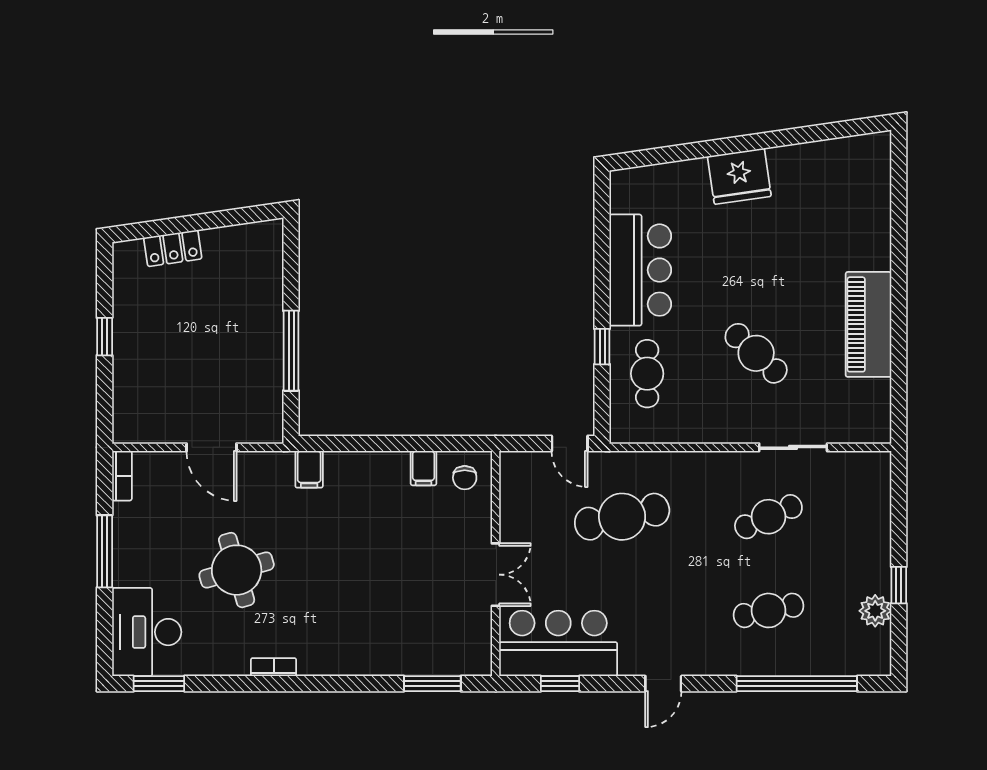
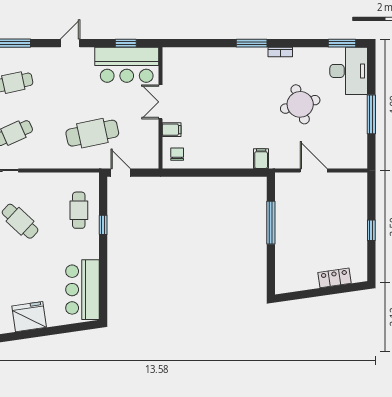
bar counter: (640, 270) -> (82, 290), moved
filing cabinet: (424, 468) -> (172, 130), moved, turned 90
bookcase: (122, 476) -> (362, 155), removed
window: (432, 684) -> (252, 43), moved

